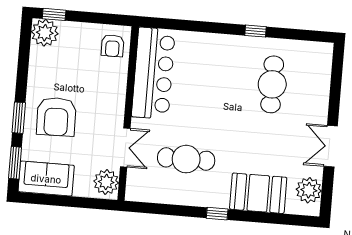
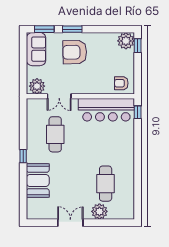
window: (256, 31) -> (138, 112), moved
cafe table: (272, 84) -> (106, 184), turned 90
plant: (309, 190) -> (99, 211), moved

